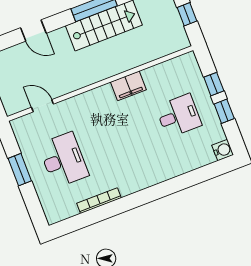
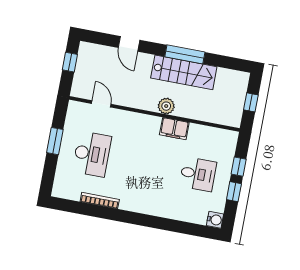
plant: (107, 69) -> (166, 106), added

